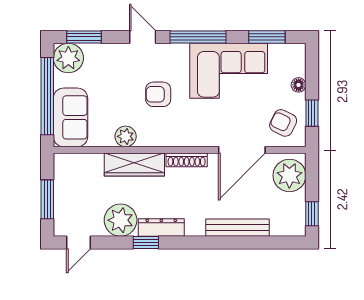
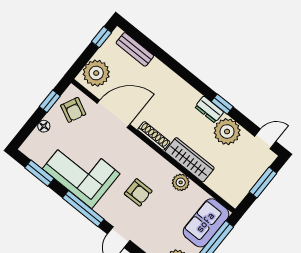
dresser: (161, 227) -> (209, 109), width x0.70
bench: (237, 228) -> (135, 49), moved, width x0.73

